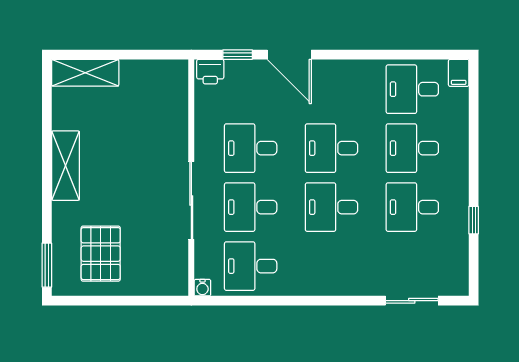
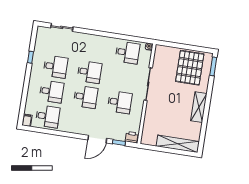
door: (289, 55) -> (97, 139), swing flipped
shelving: (85, 73) -> (178, 144), width x1.47
desk: (251, 207) -> (124, 77), removed
pallet: (101, 254) -> (190, 68), width x1.37, depth x1.41

